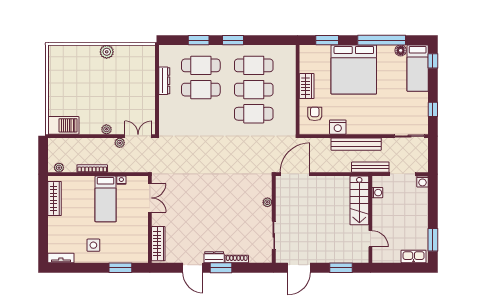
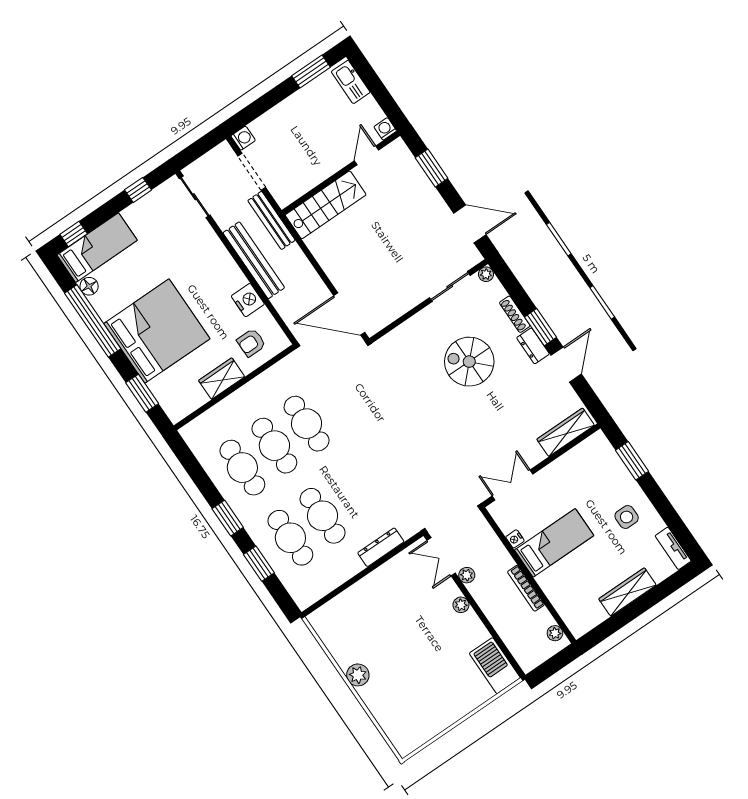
dresser: (164, 81) -> (381, 547), moved
washing machine: (377, 193) -> (385, 129), moved
wardrobe: (55, 199) -> (627, 592), moved
plant: (267, 202) -> (486, 274), moved
spiral stairs: (228, 219) -> (469, 362), added

